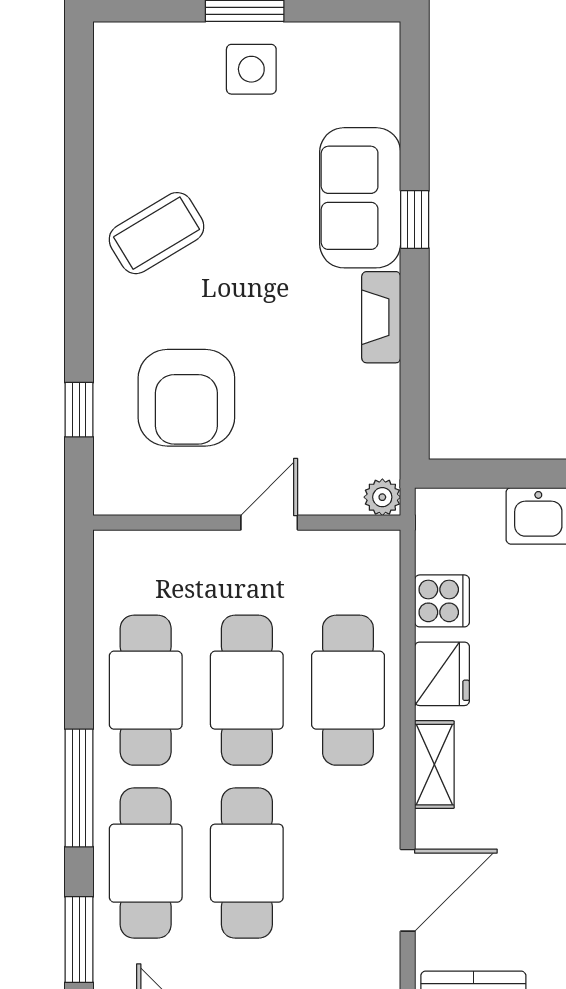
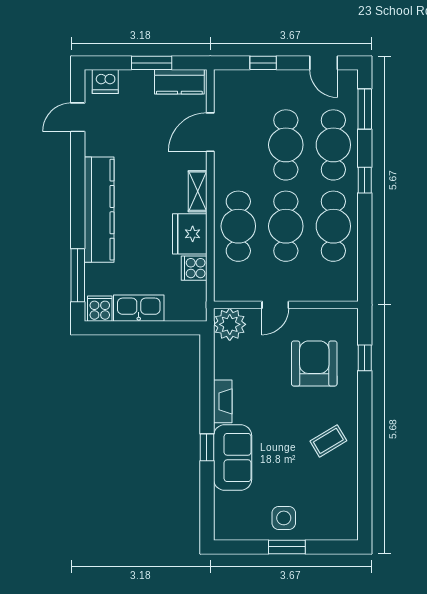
coffee table: (157, 233) -> (328, 441), width x0.73, depth x0.77
plant: (382, 497) -> (230, 324), width x1.87, depth x1.87
fridge: (442, 674) -> (190, 234), width x1.36, depth x1.34
window: (79, 788) -> (365, 180), width x0.46

